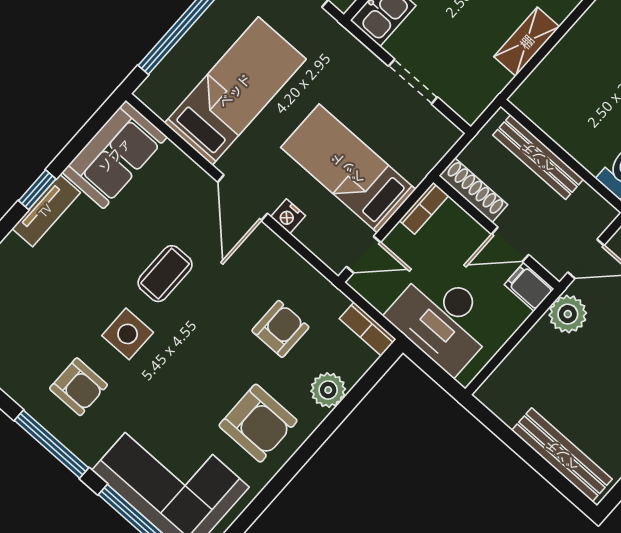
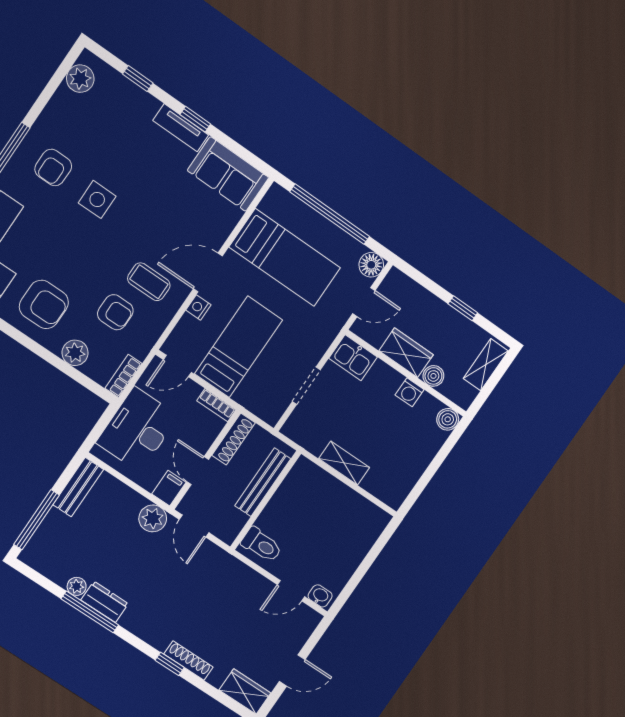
door: (364, 255) -> (177, 366), hinge flipped
coffee table: (165, 274) -> (149, 282), moved
armchair: (258, 423) -> (44, 304), turned -90
bench: (562, 455) -> (78, 487), moved, width x0.73
window: (548, 472) -> (36, 520), added

